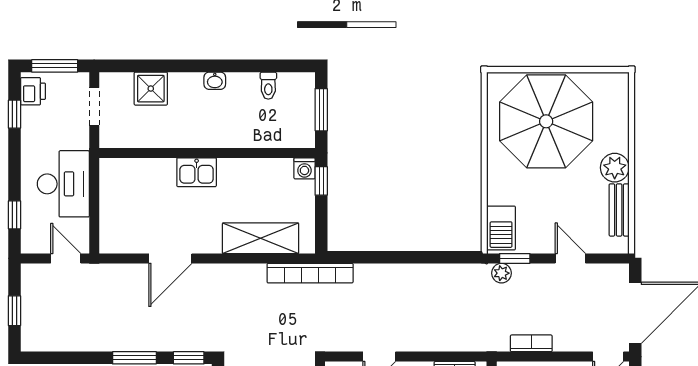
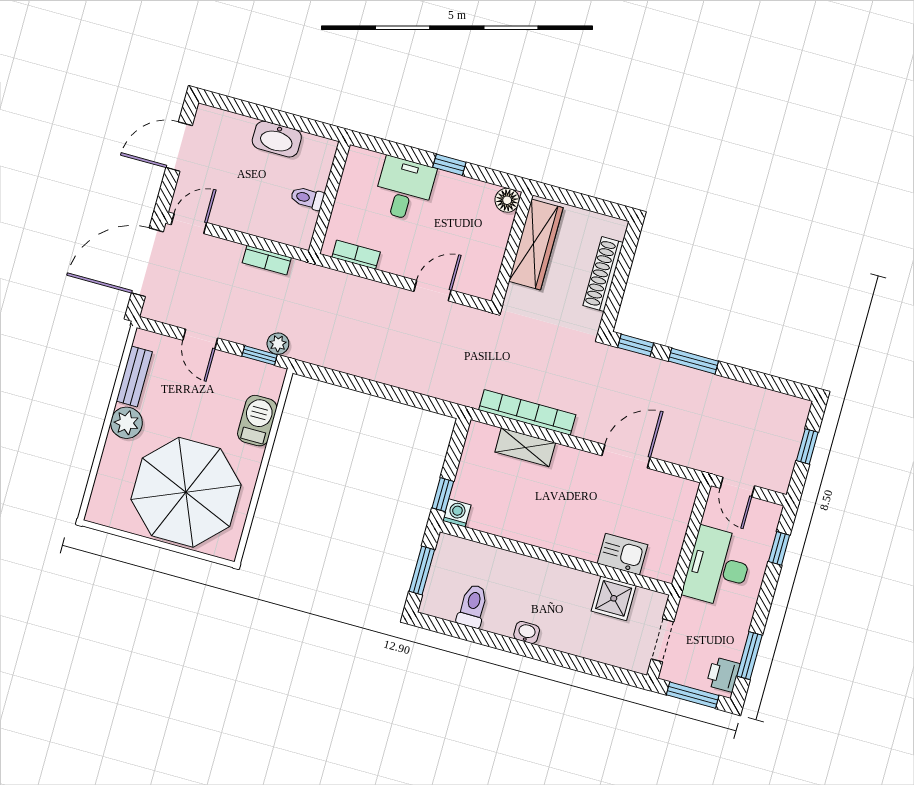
toilet: (268, 86) -> (473, 606), width x1.37, depth x1.39
shower: (151, 89) -> (614, 598), moved
window: (14, 114) -> (750, 656), width x1.50
kitchen sink: (197, 172) -> (622, 554), moved
barbecue: (501, 228) -> (257, 421), moved
shelving: (261, 238) -> (525, 447), width x0.67, depth x0.75
bookcase: (310, 273) -> (527, 412), moved

